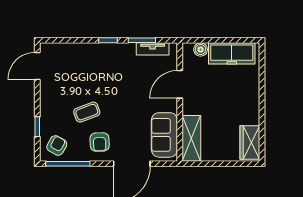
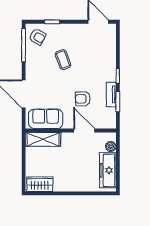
tv unit: (153, 49) -> (111, 94), moved
armchair: (100, 142) -> (83, 99), moved

